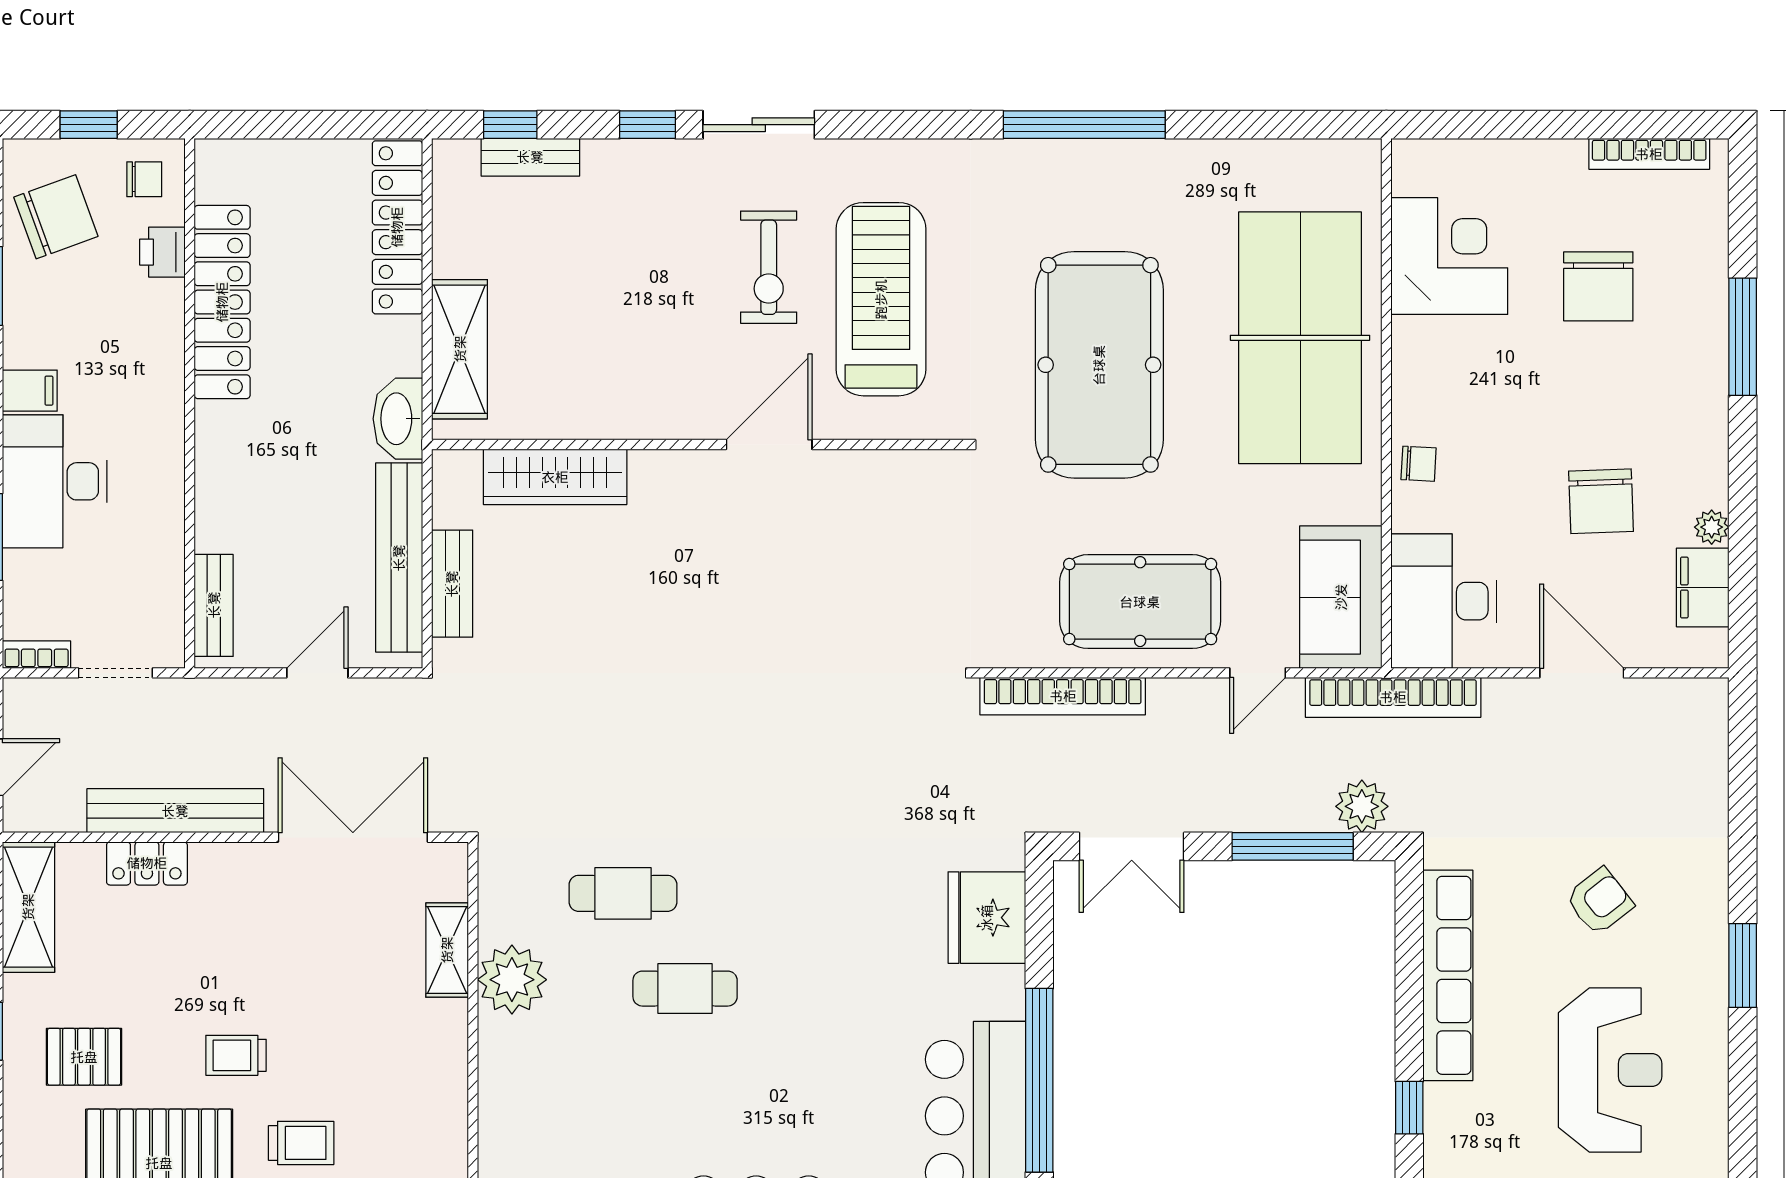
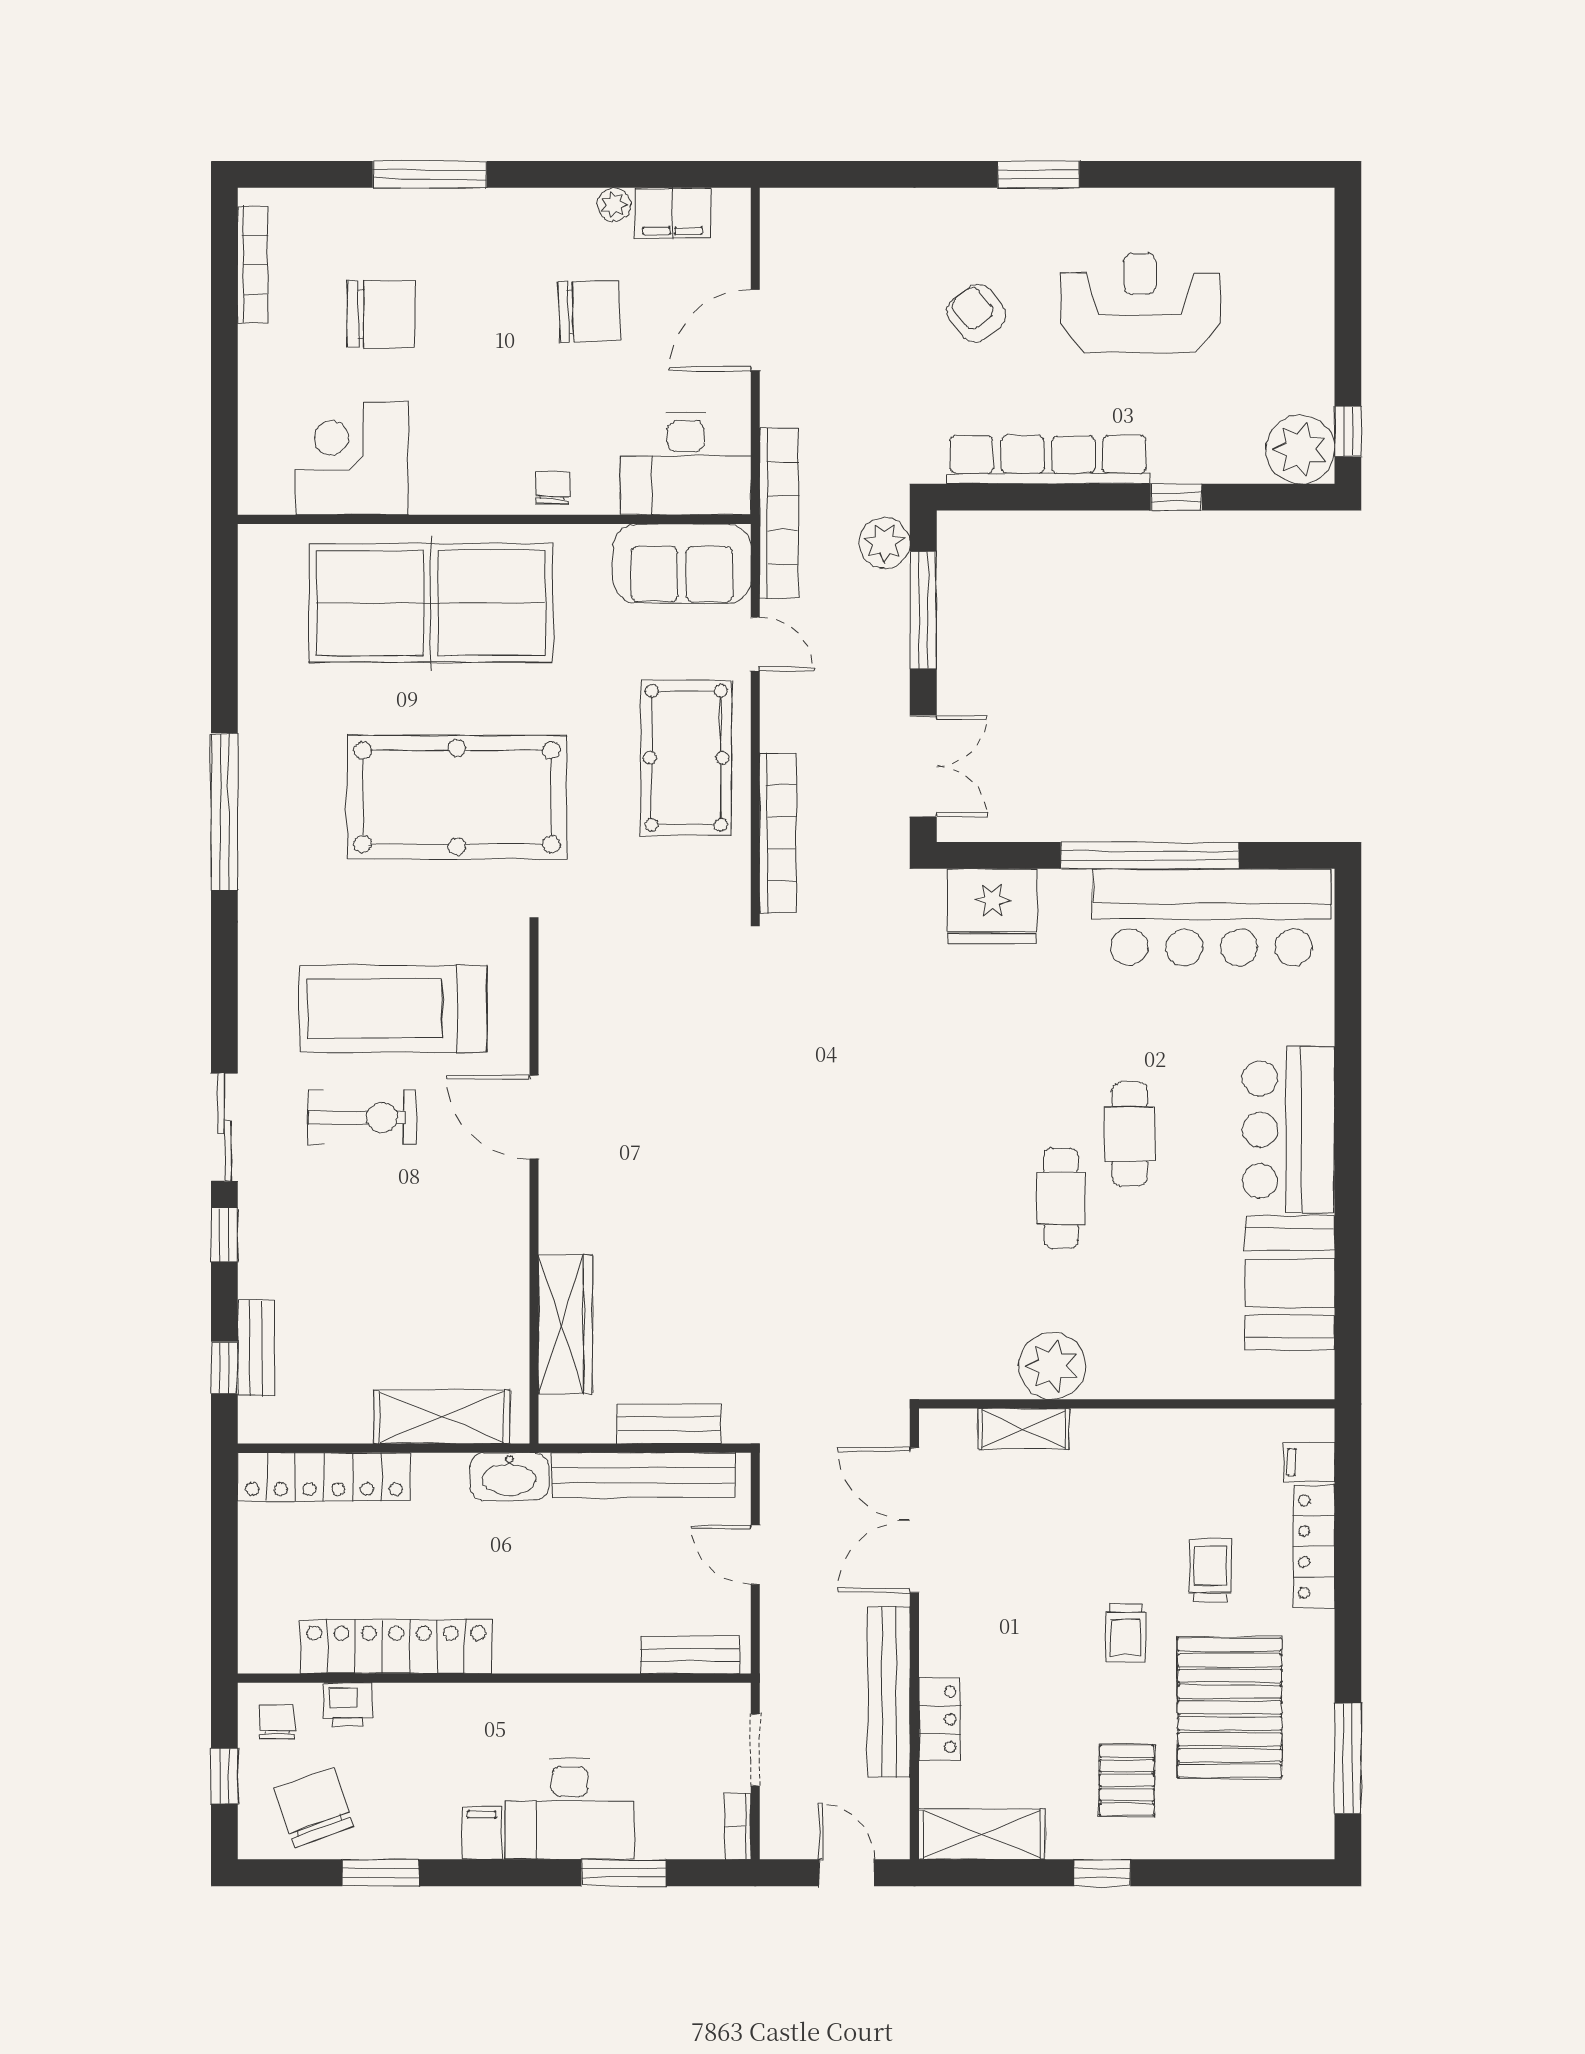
cafe table: (623, 893) -> (1130, 1134), moved

